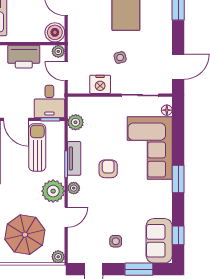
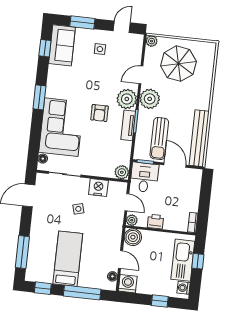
printer: (24, 57) -> (155, 222), width x0.53, depth x0.68
plant: (76, 122) -> (122, 172), moved
plant: (74, 188) -> (127, 99), width x1.88, depth x1.88

